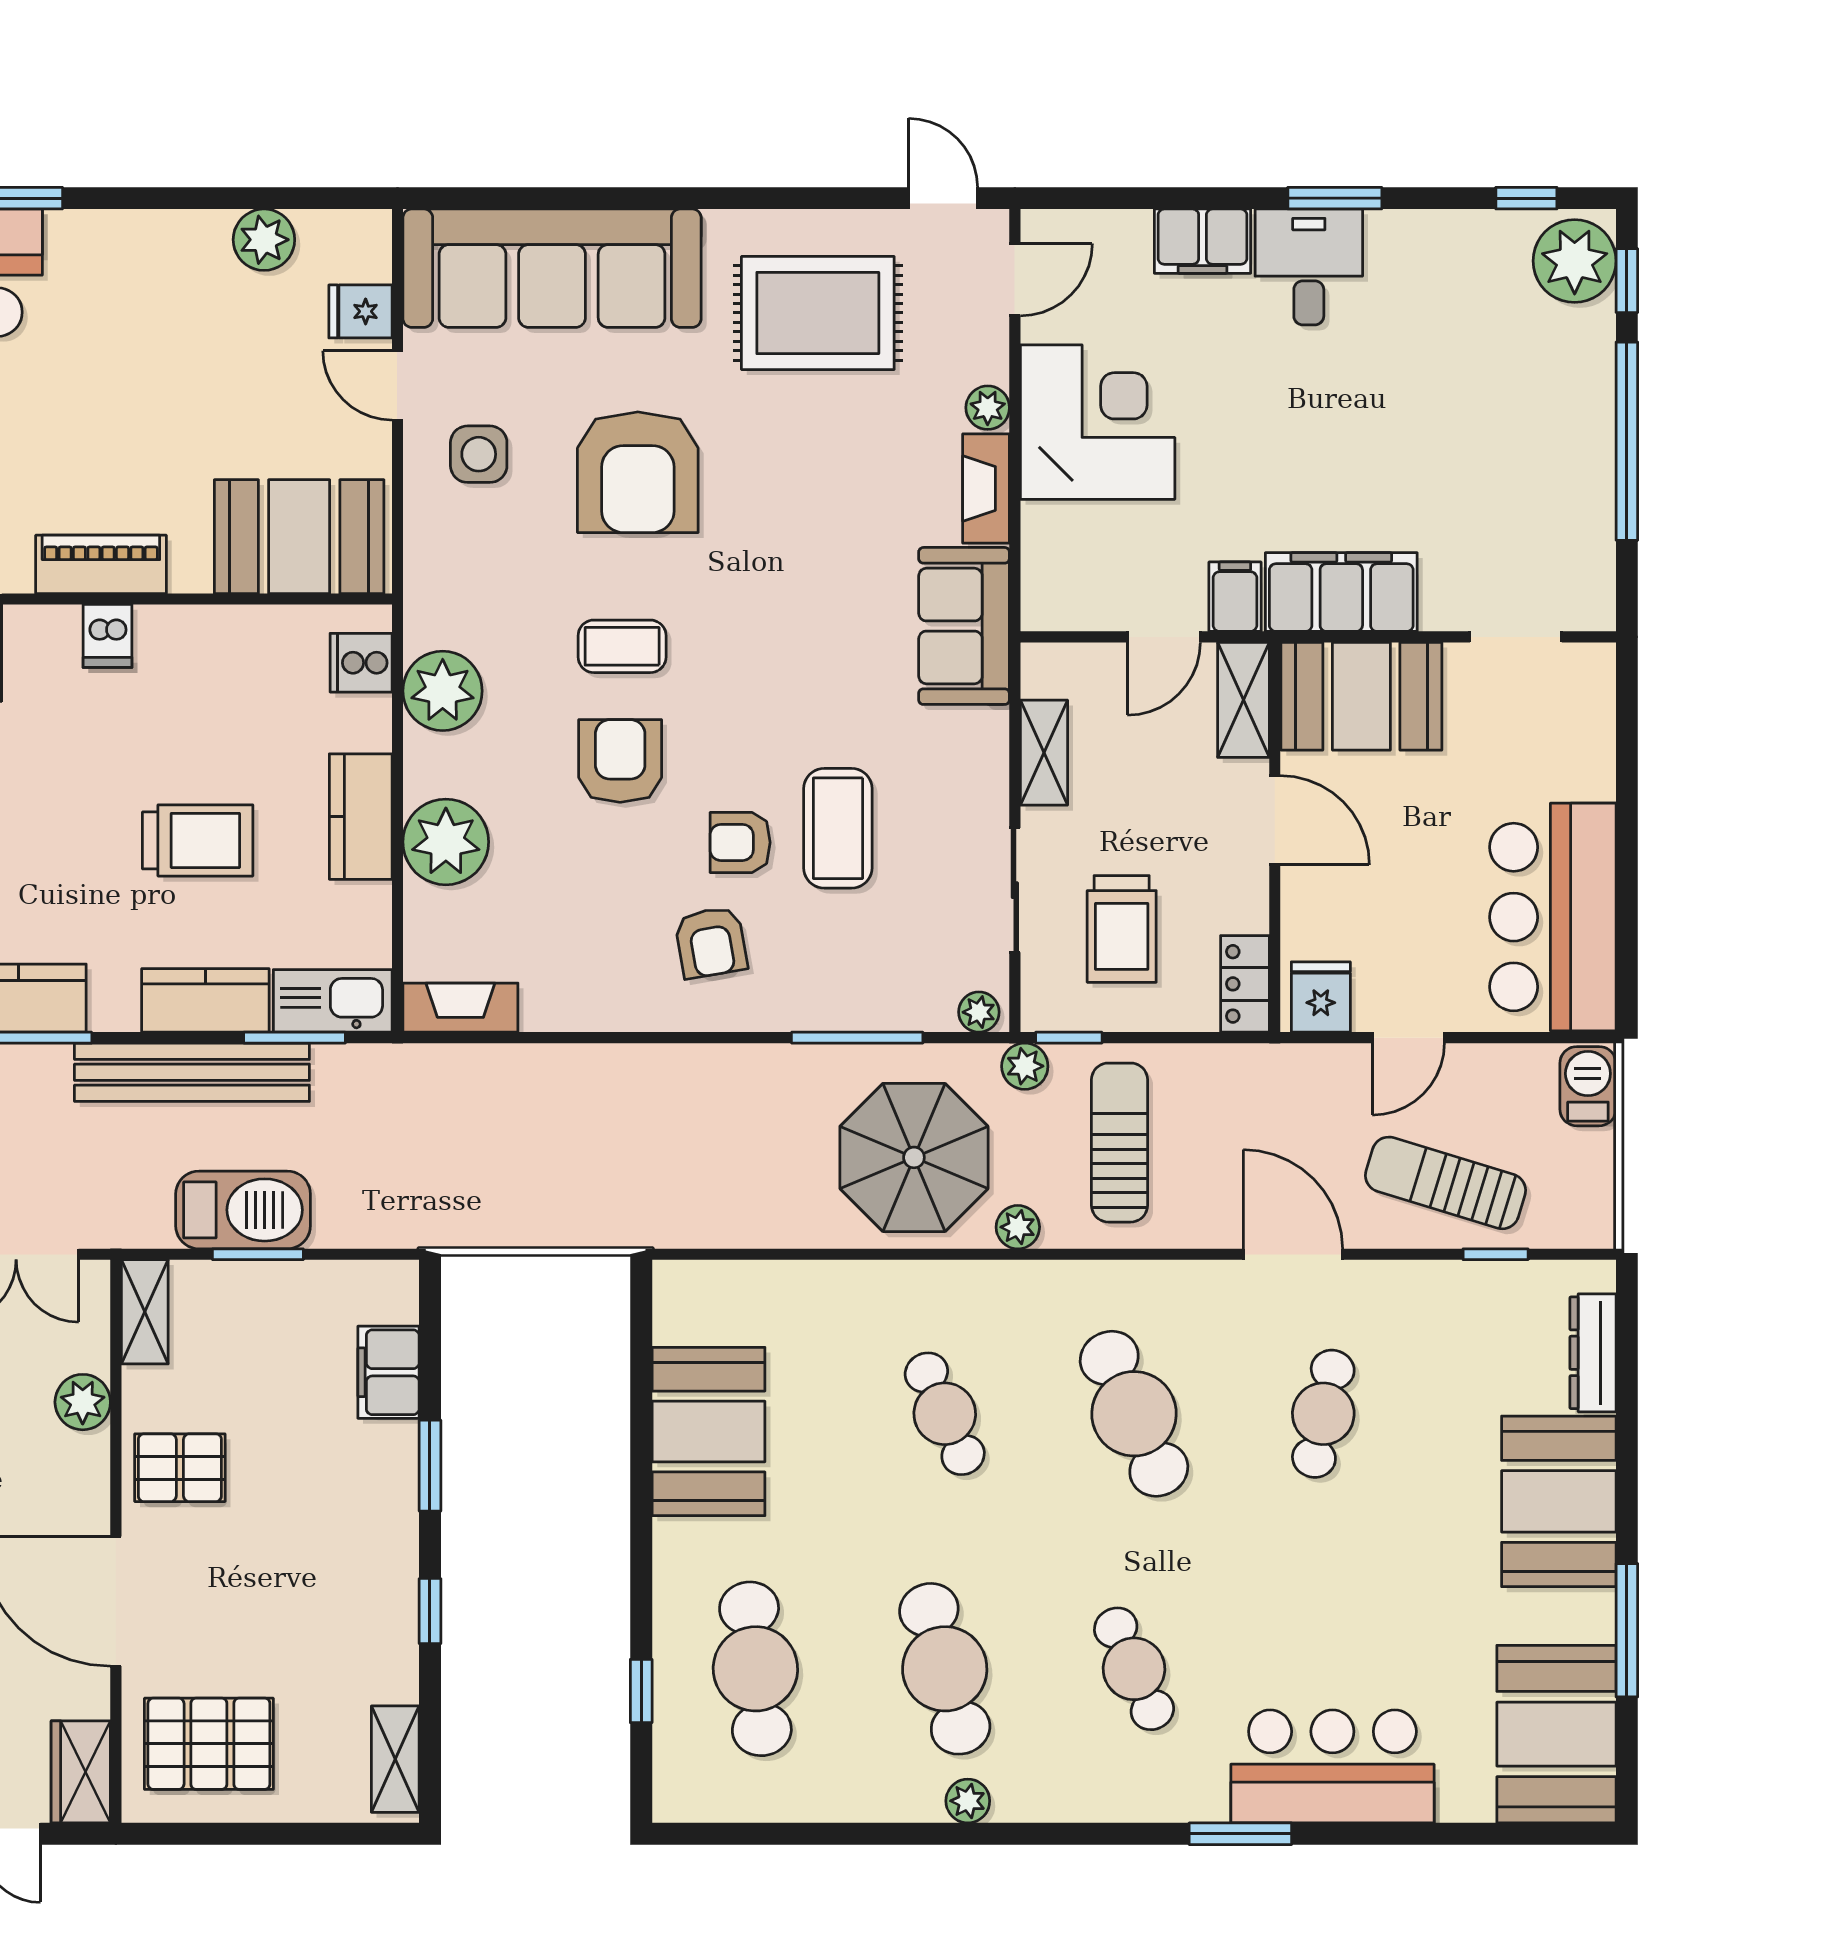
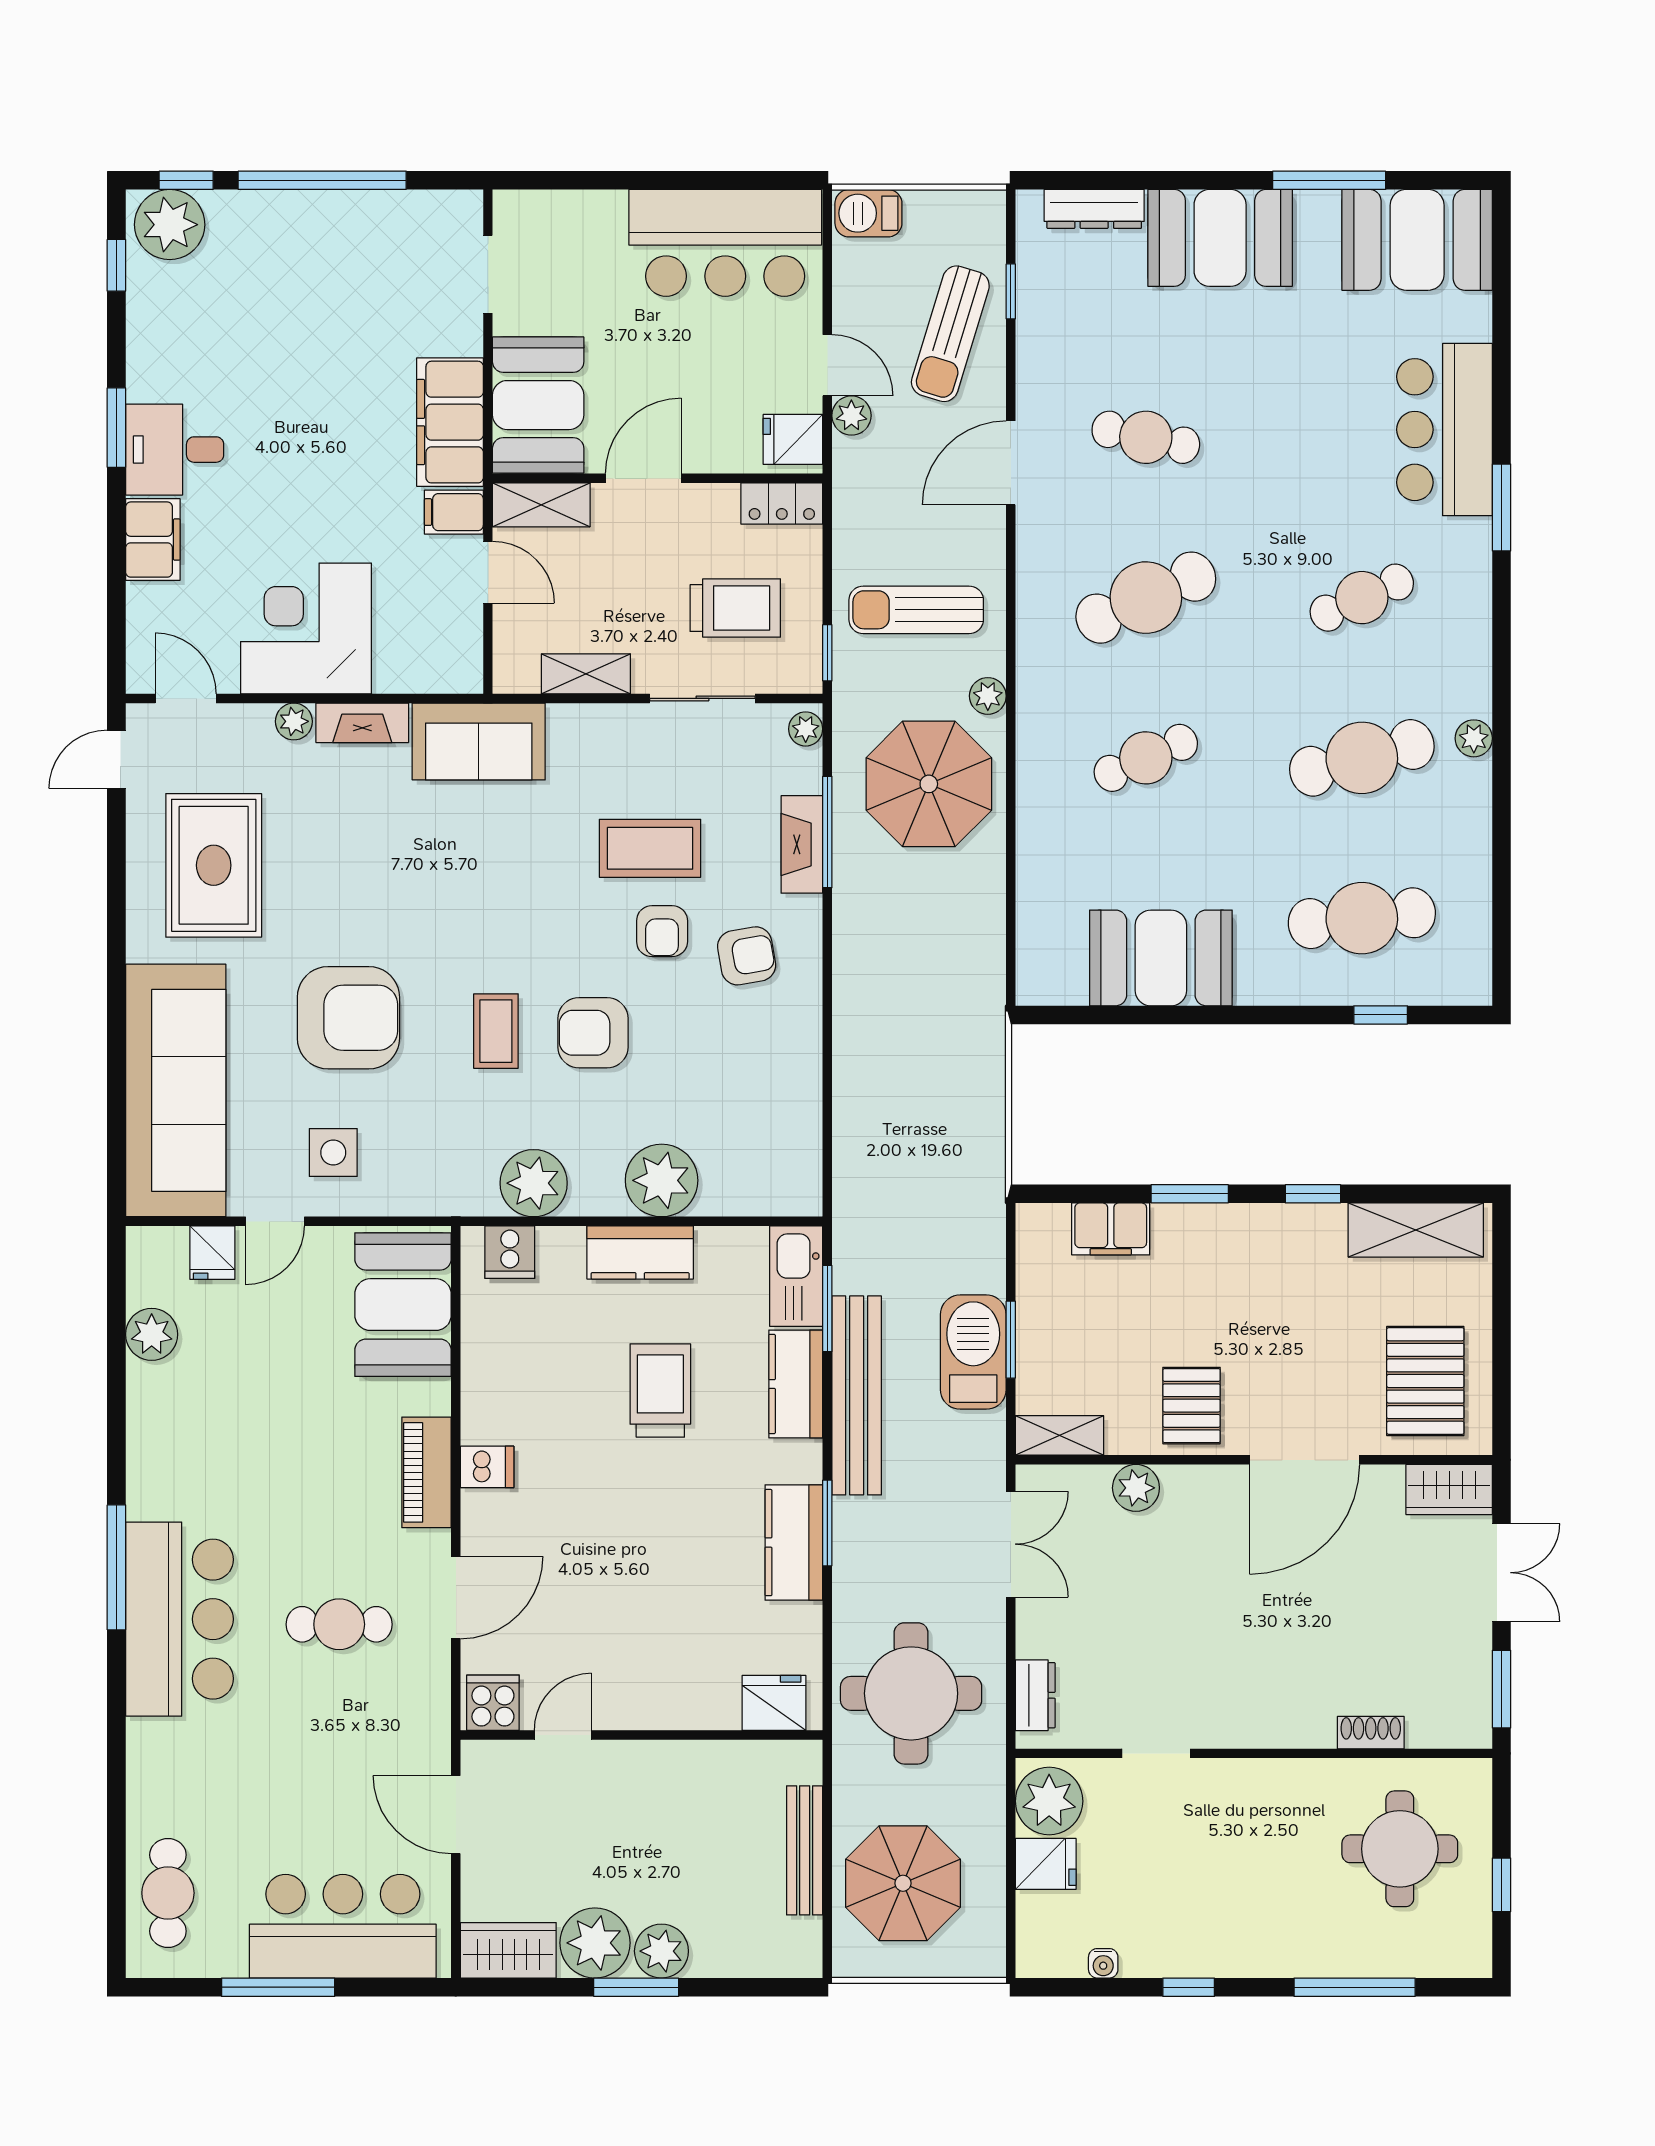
fireplace: (460, 1008) -> (802, 844), moved
plant: (1025, 1066) -> (851, 416), moved
shelving: (395, 1759) -> (1416, 1230), width x1.50, depth x1.33

